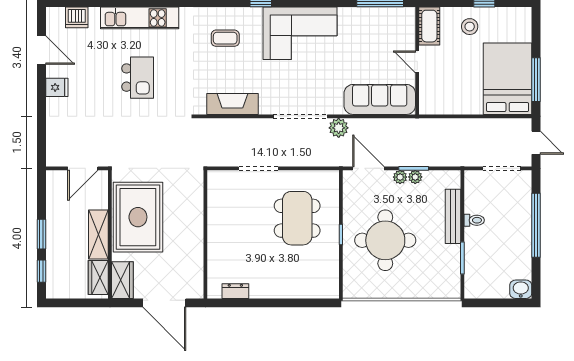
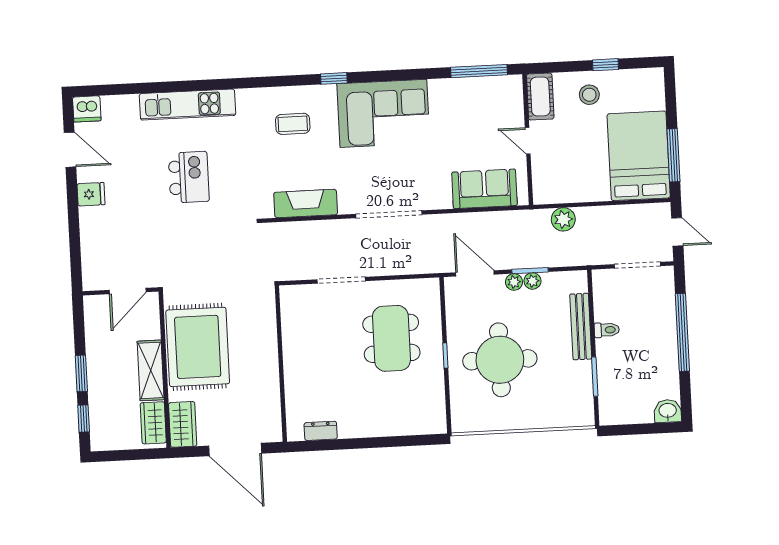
dishwasher: (77, 17) -> (87, 109), moved
sofa: (380, 99) -> (484, 189), width x0.73
plant: (339, 128) -> (563, 219), moved

